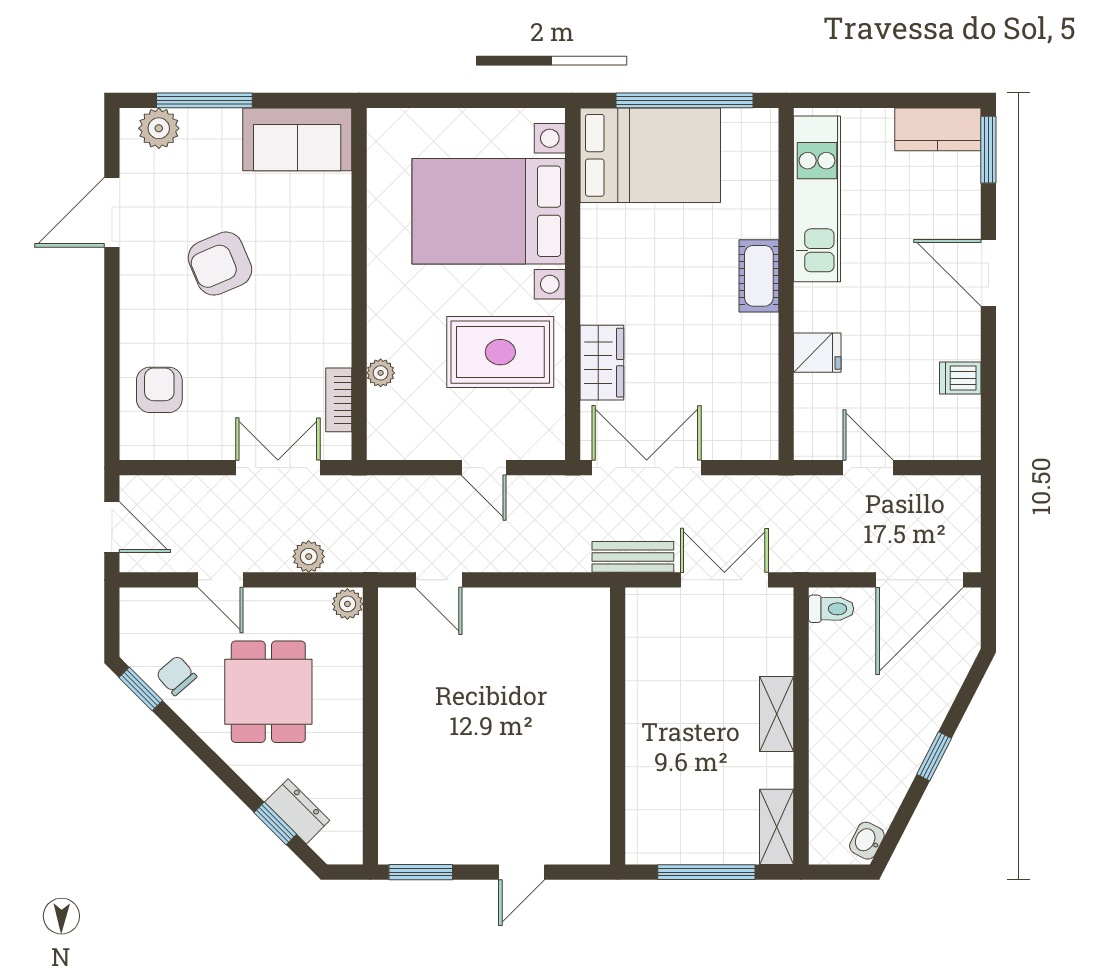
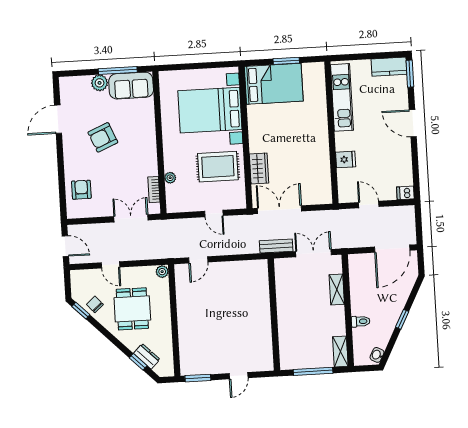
window: (204, 100) -> (118, 71), moved
window: (684, 100) -> (286, 61), width x0.47
plant: (159, 128) -> (100, 83), moved
cot: (759, 276) -> (320, 130), removed
dishwasher: (960, 378) -> (405, 193), moved
plant: (309, 557) -> (145, 253), removed
door: (439, 580) -> (198, 260), hinge flipped
toilet: (831, 609) -> (361, 321), moved
shelving: (777, 714) -> (337, 290), moved

